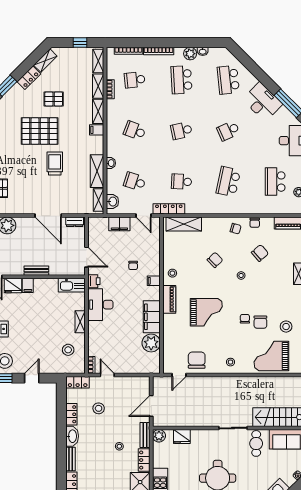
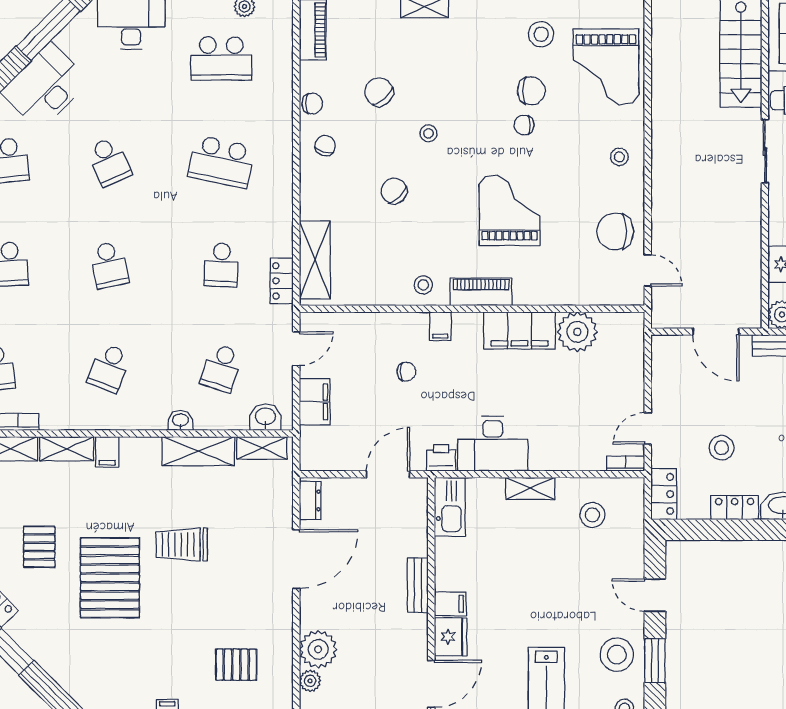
locker: (169, 209) -> (282, 281), width x0.66

